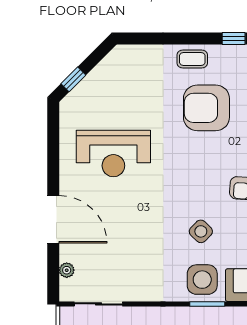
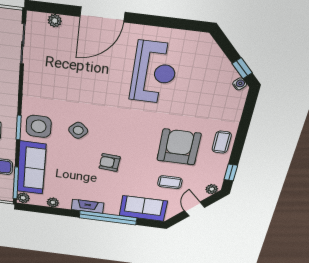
water cooler: (114, 56) -> (240, 84), added
window: (73, 79) -> (242, 68), moved
reception desk: (113, 154) -> (154, 73), turned 180

